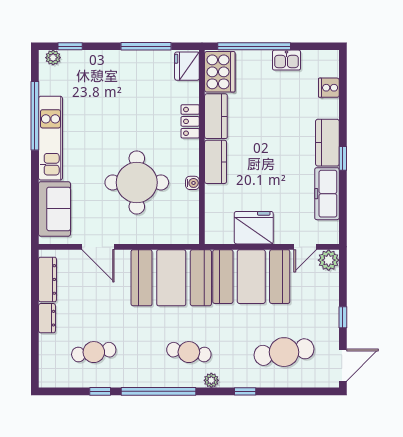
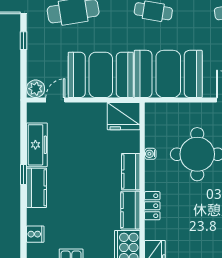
fridge: (254, 228) -> (124, 116), moved

